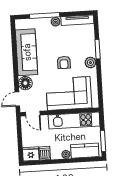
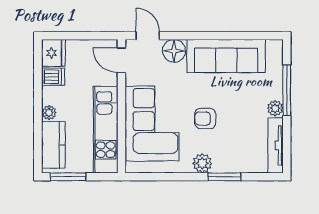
door: (33, 114) -> (122, 60), hinge flipped

